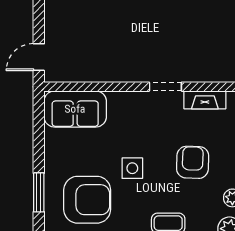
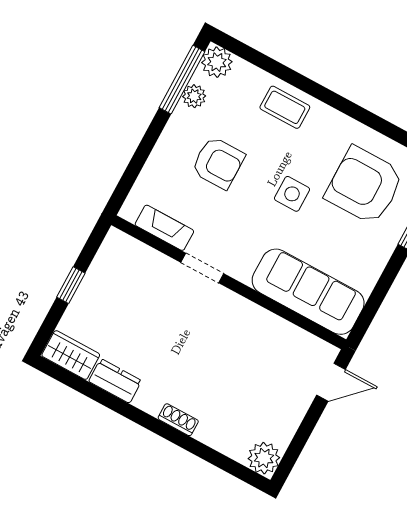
sofa: (75, 109) -> (308, 292), width x1.36
armchair: (193, 162) -> (218, 163), turned -92

